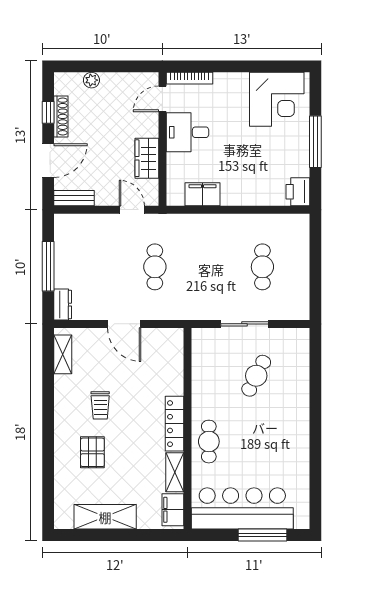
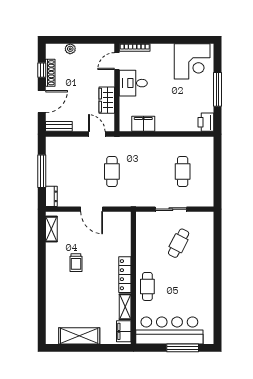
pallet: (92, 452) -> (71, 294), removed

